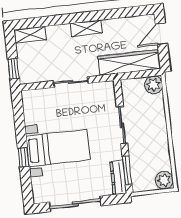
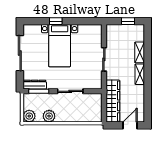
door: (161, 34) -> (130, 125), hinge flipped
shelving: (30, 35) -> (140, 52), moved
window: (14, 69) -> (128, 21), moved
plant: (154, 85) -> (49, 116), moved

